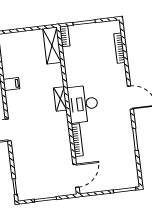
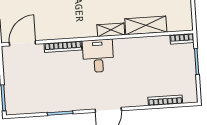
shelving: (52, 46) -> (146, 25), moved
desk: (83, 104) -> (98, 56), width x0.73
door: (76, 176) -> (22, 43), swing flipped

